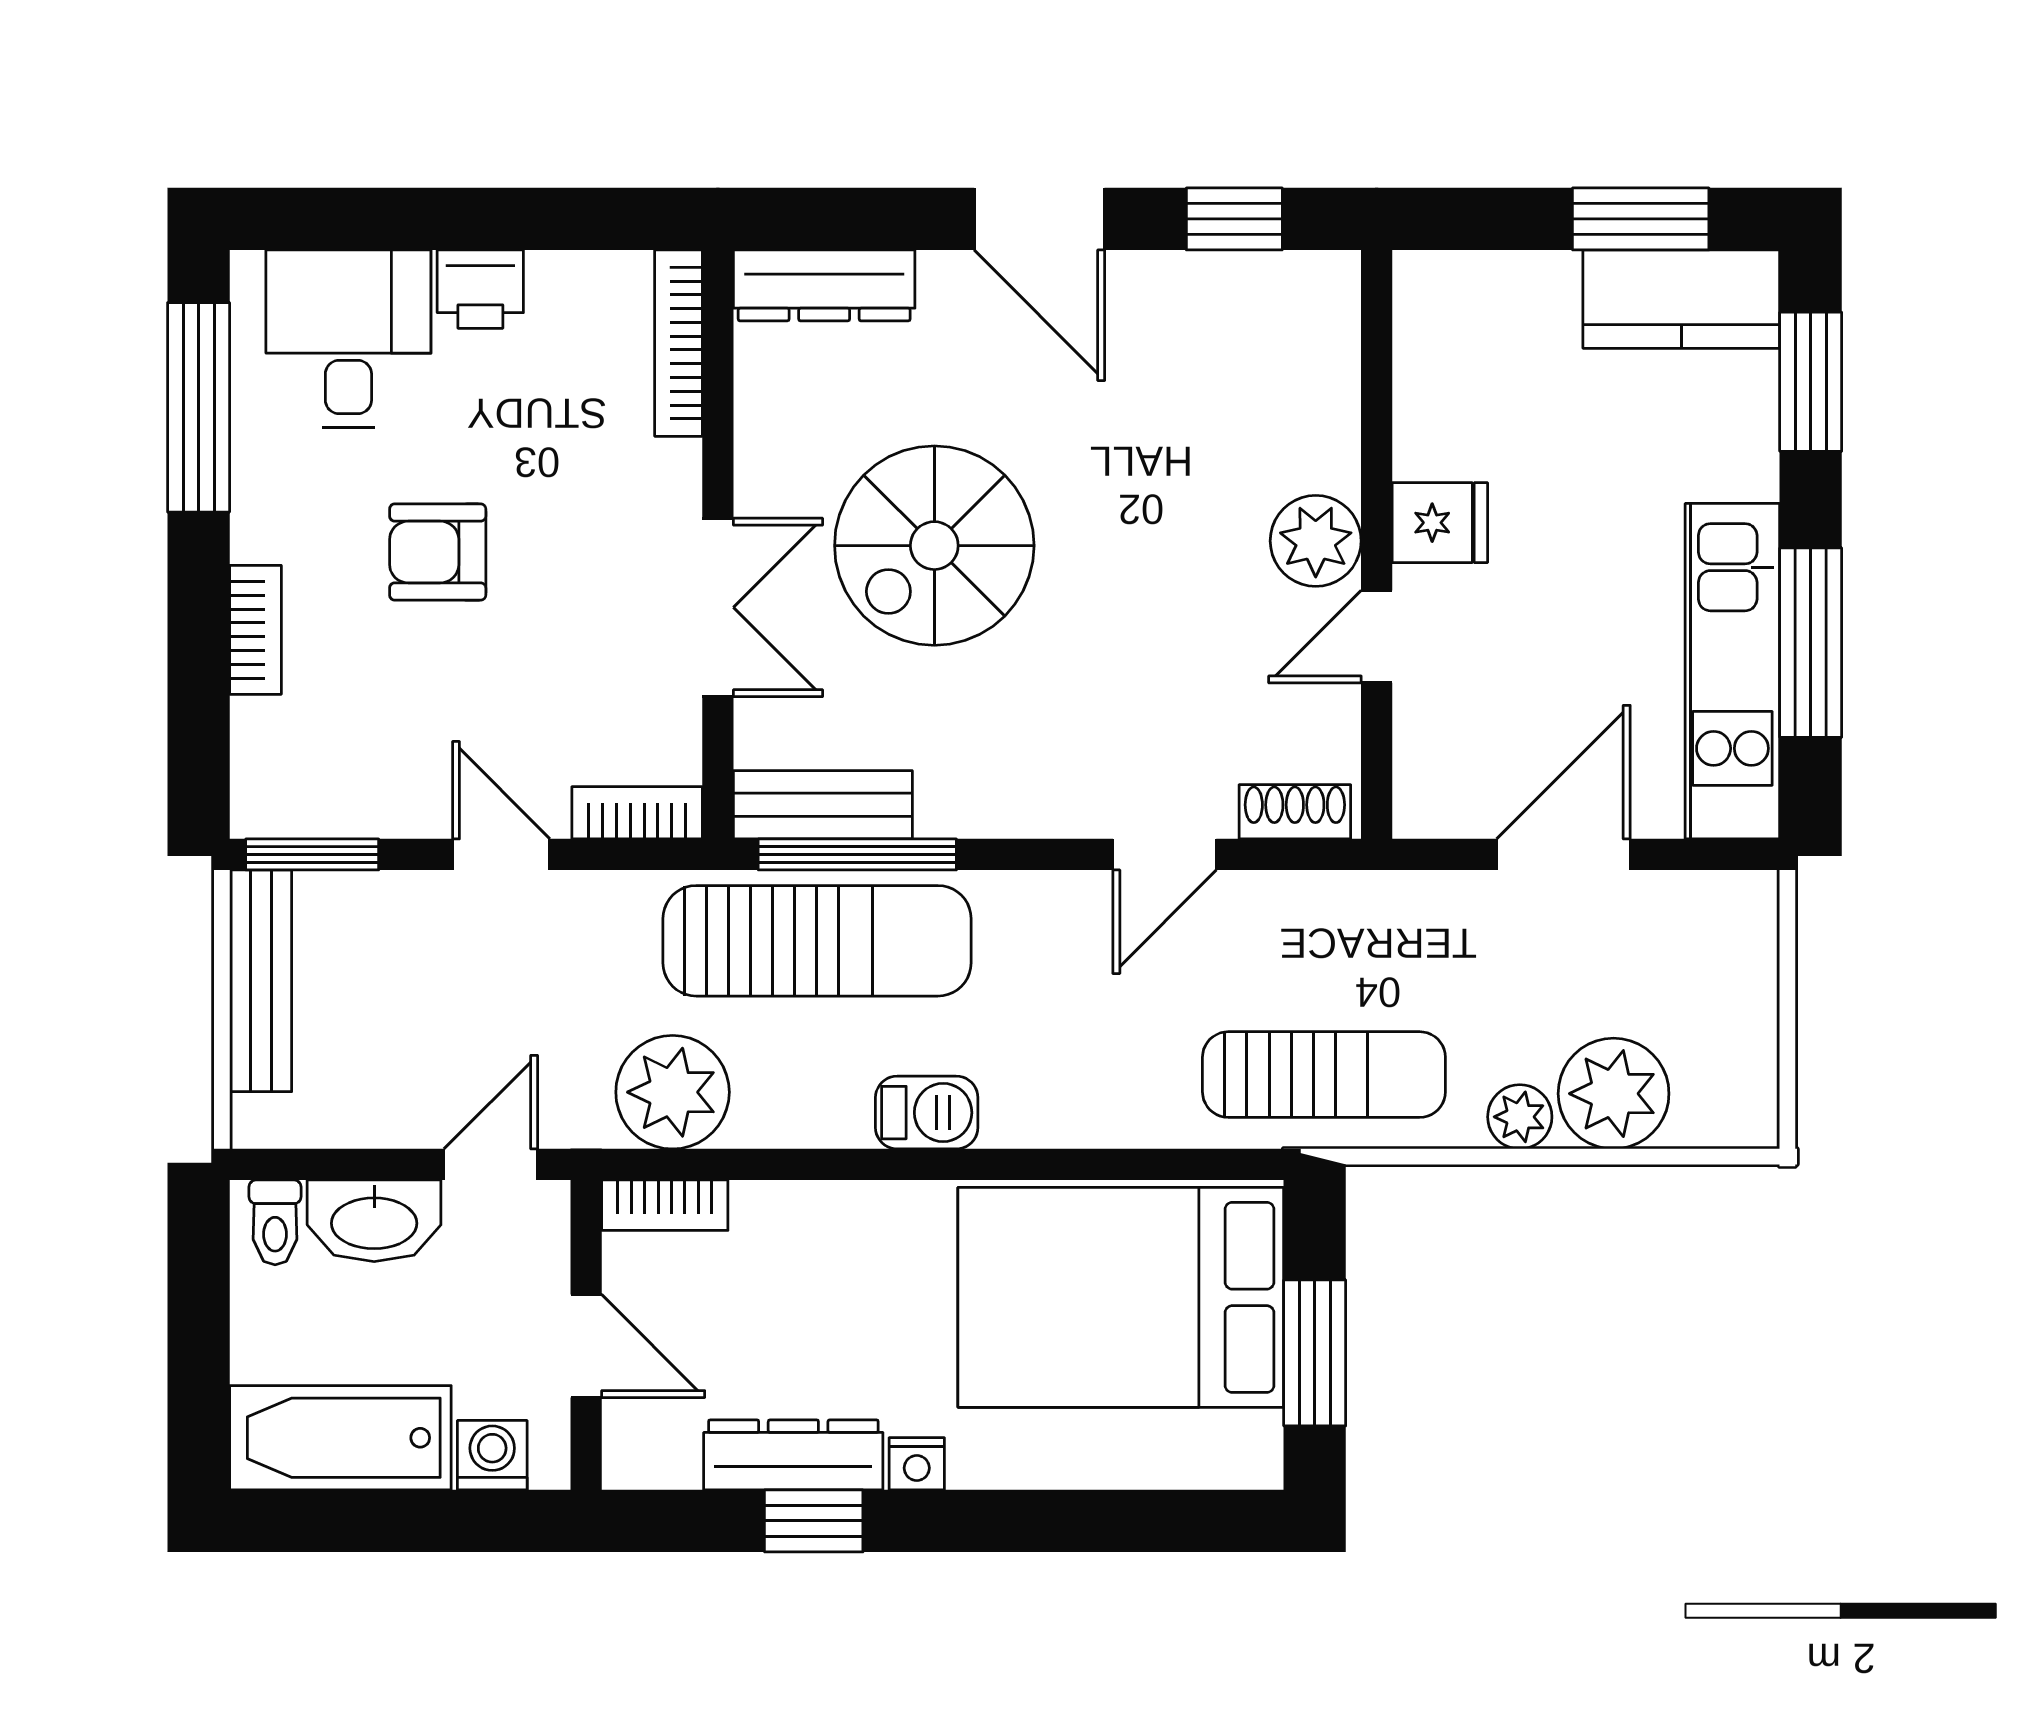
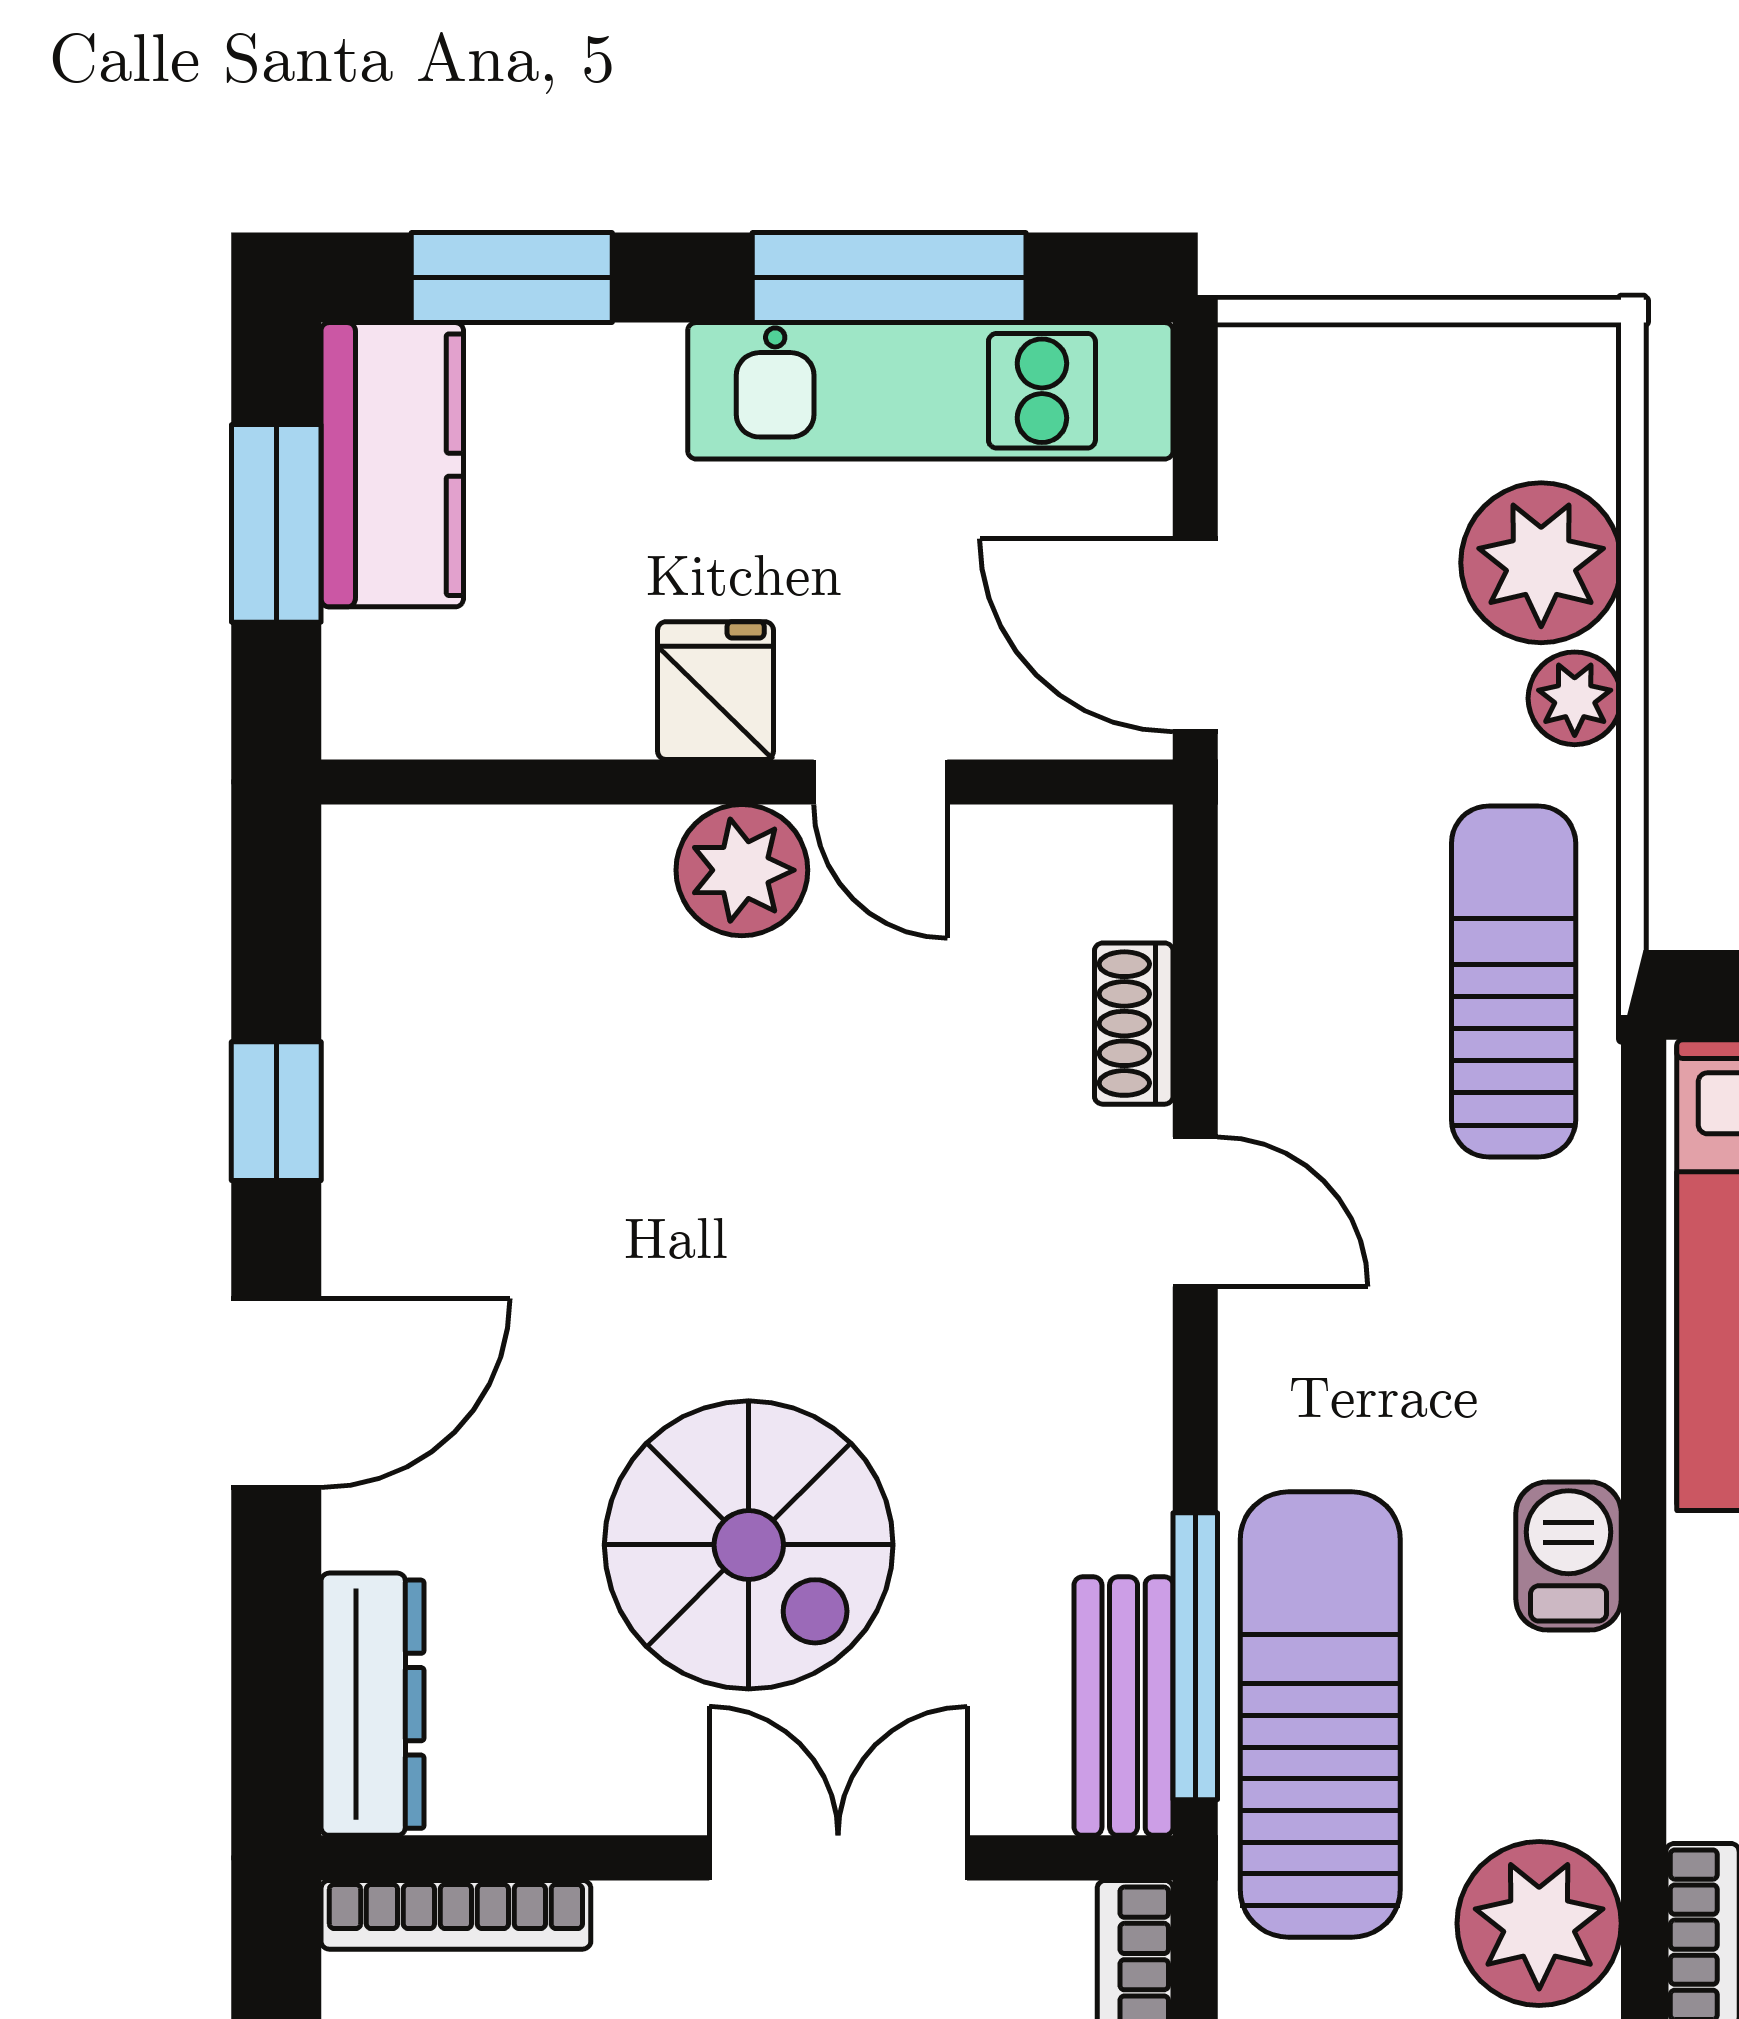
fridge: (1440, 523) -> (716, 691), moved
plant: (1316, 541) -> (742, 870), moved
wall: (1377, 544) -> (747, 782), moved
door: (1377, 637) -> (880, 782), moved

